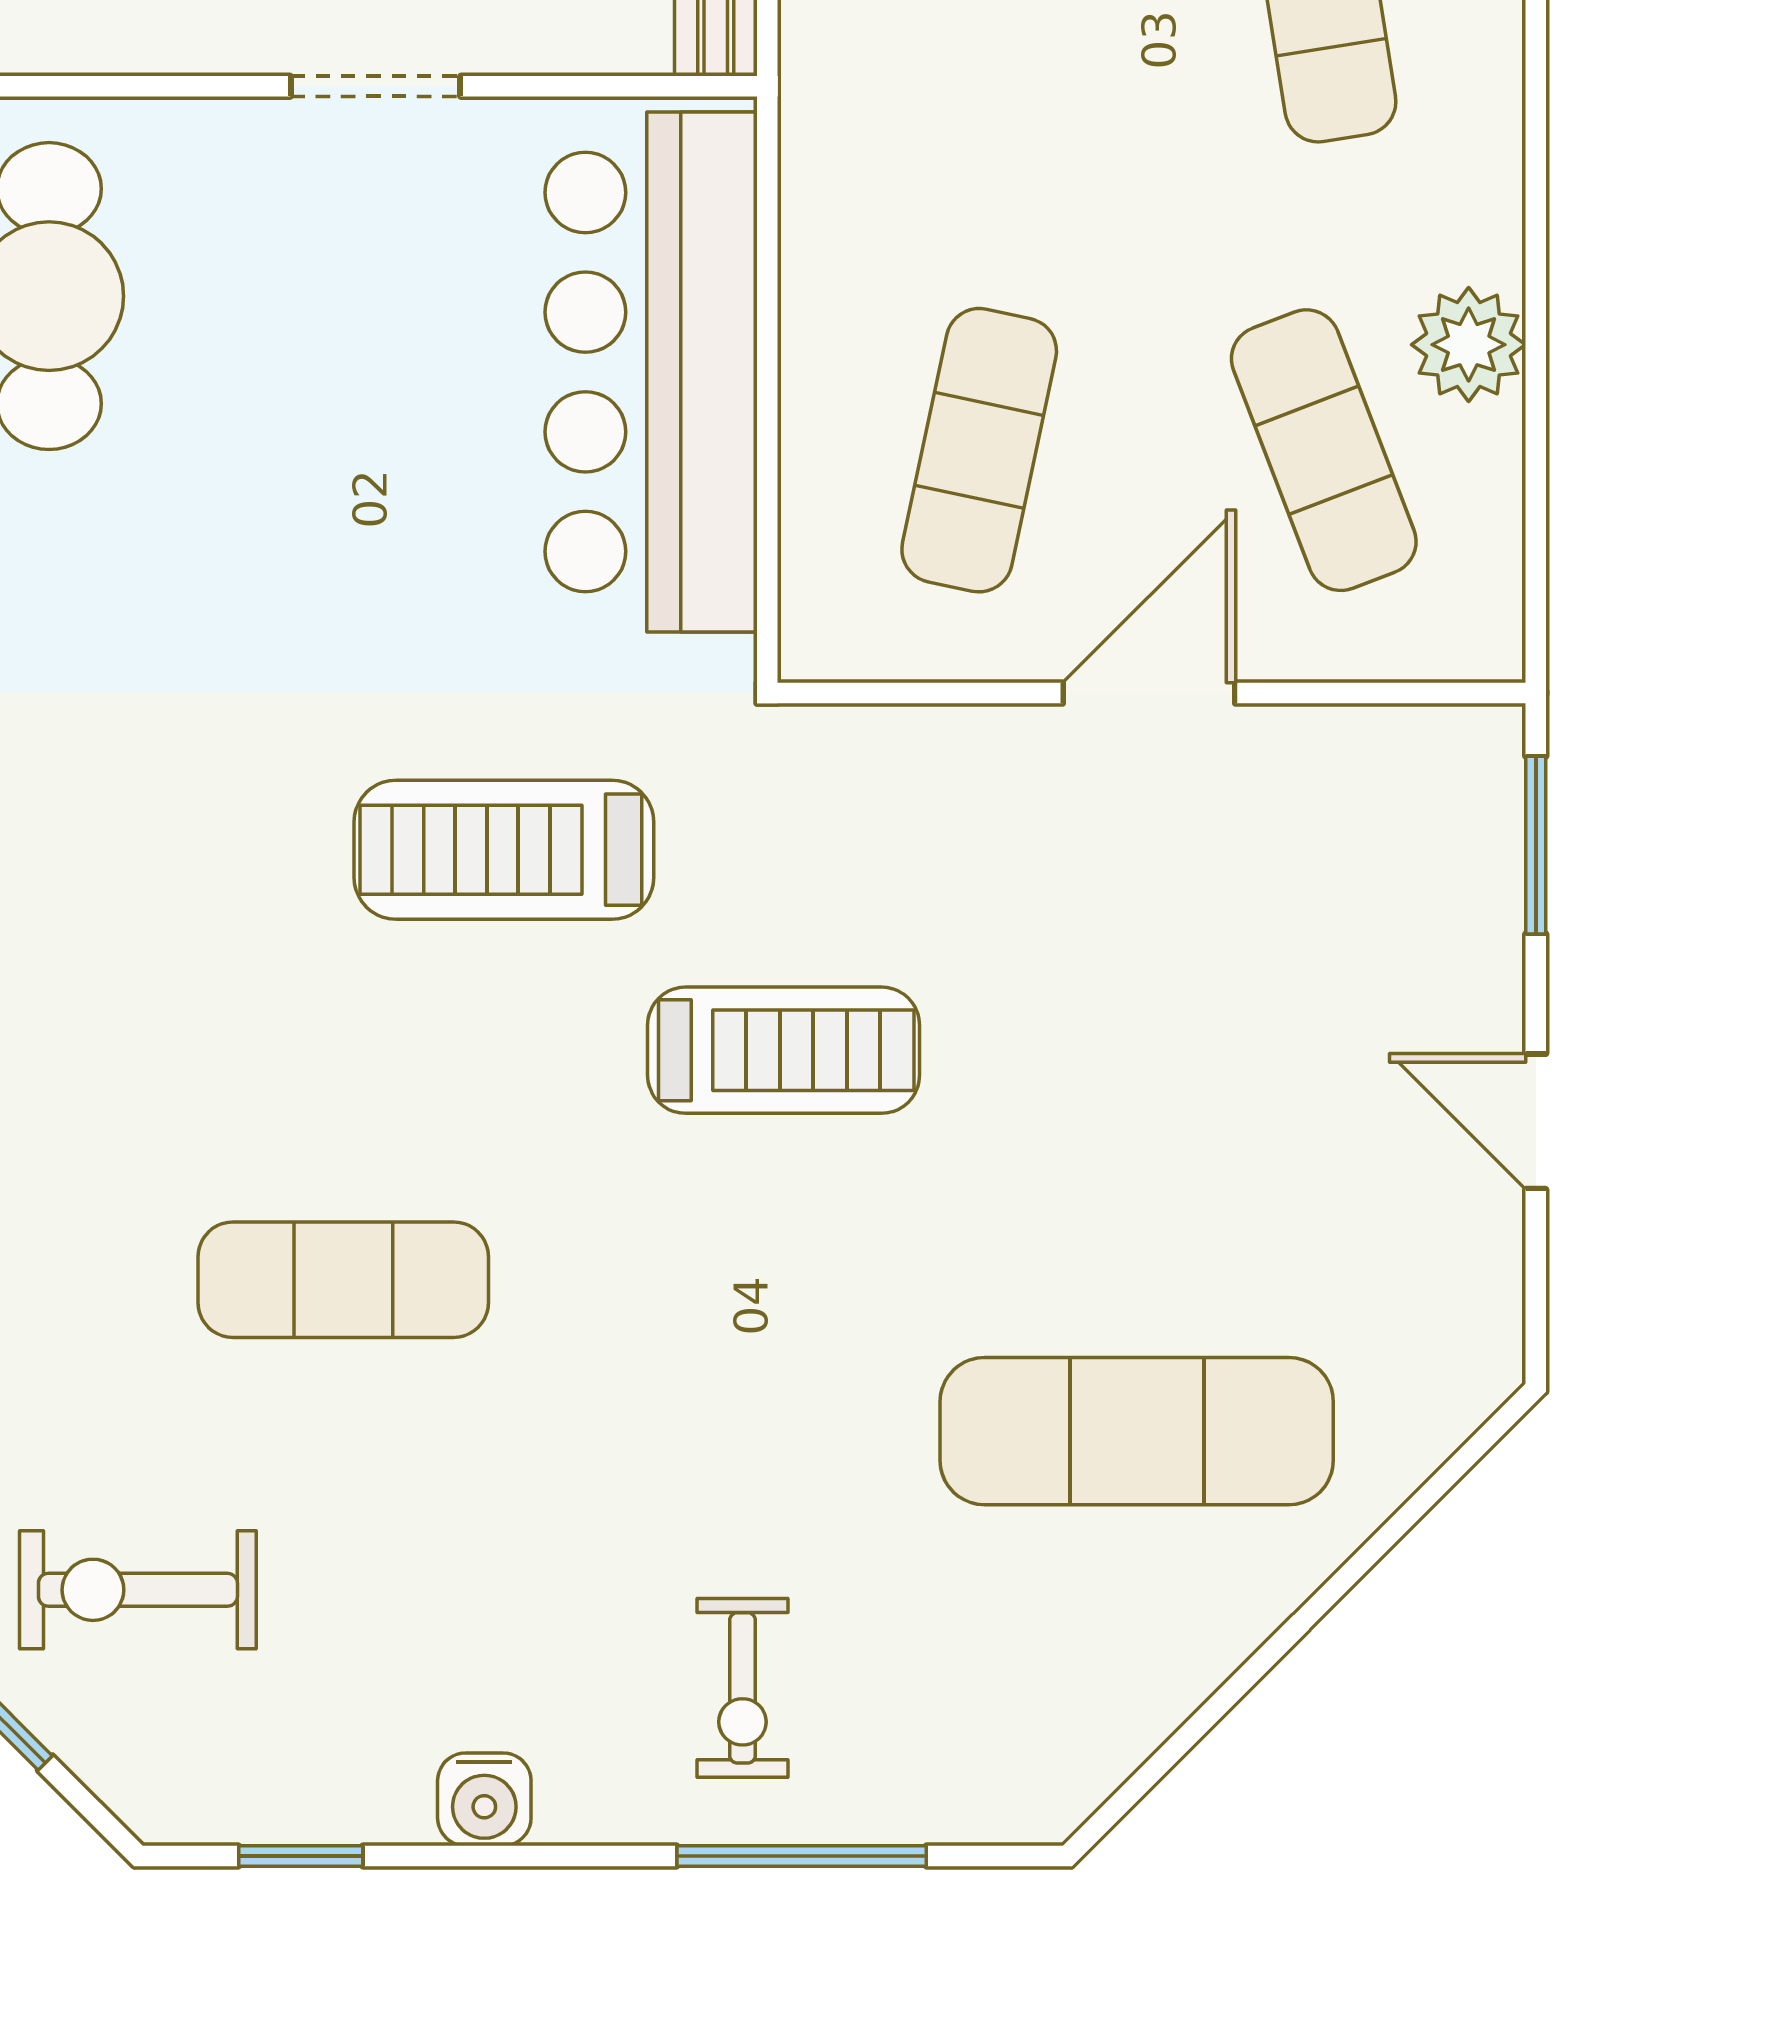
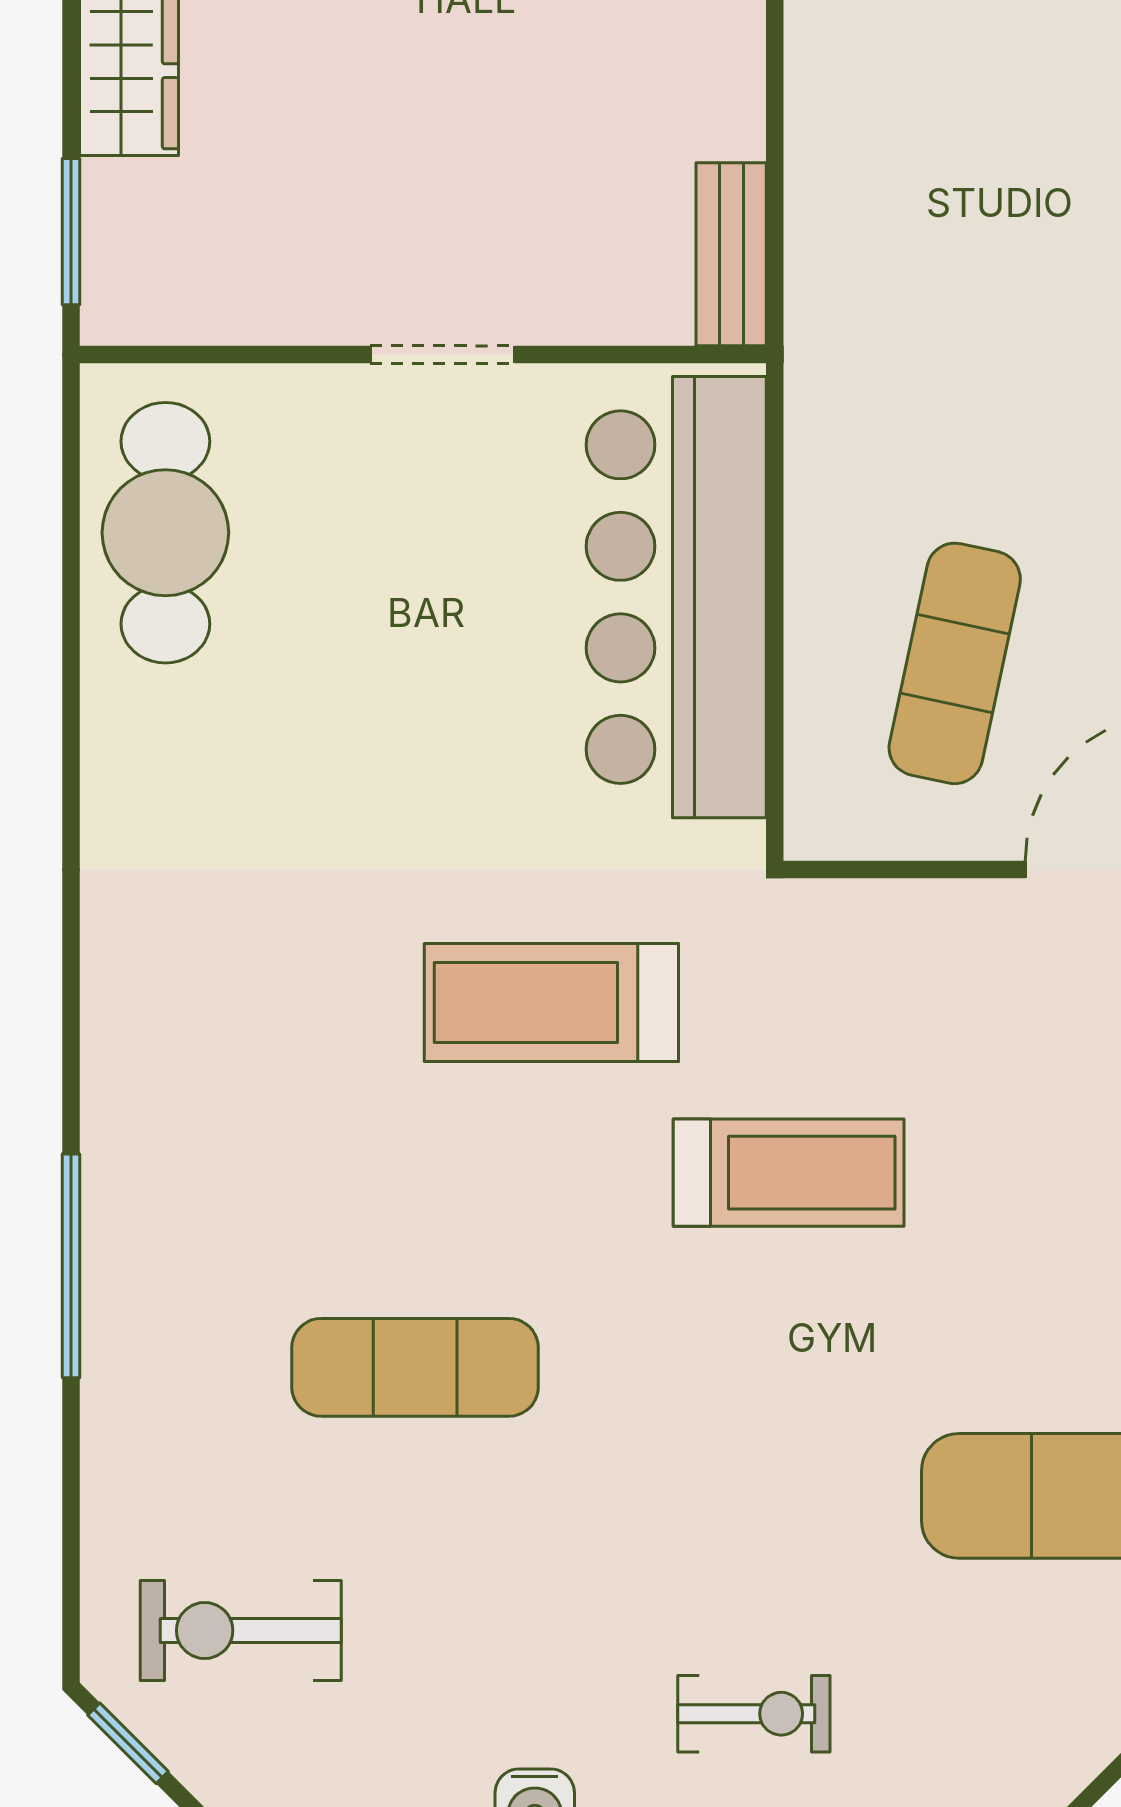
exercise bike: (742, 1688) -> (754, 1714), turned -90

